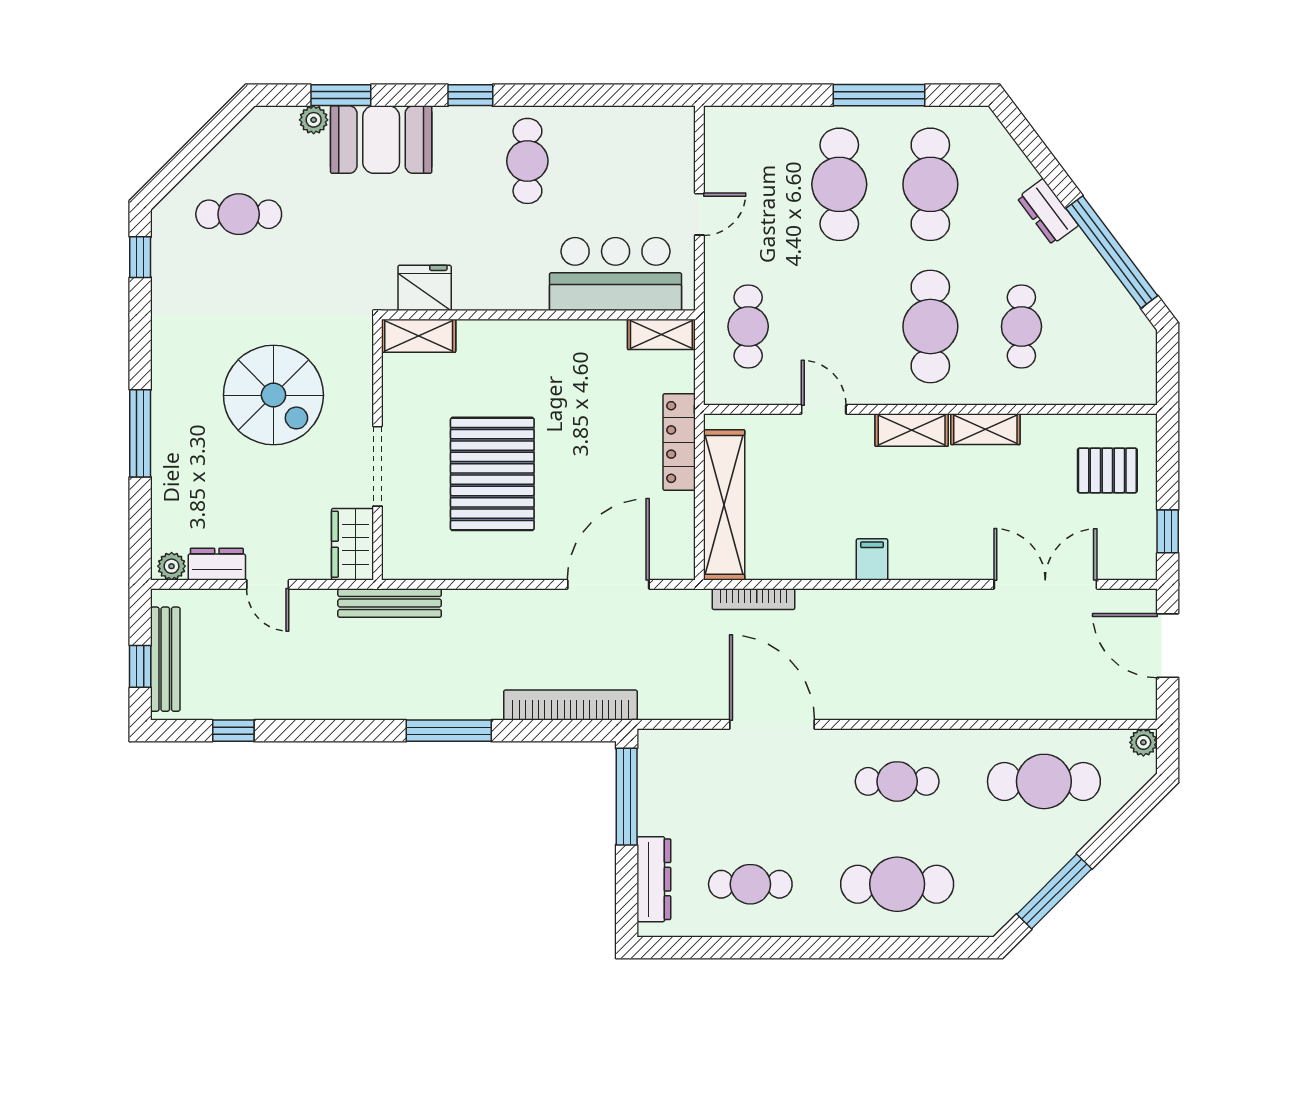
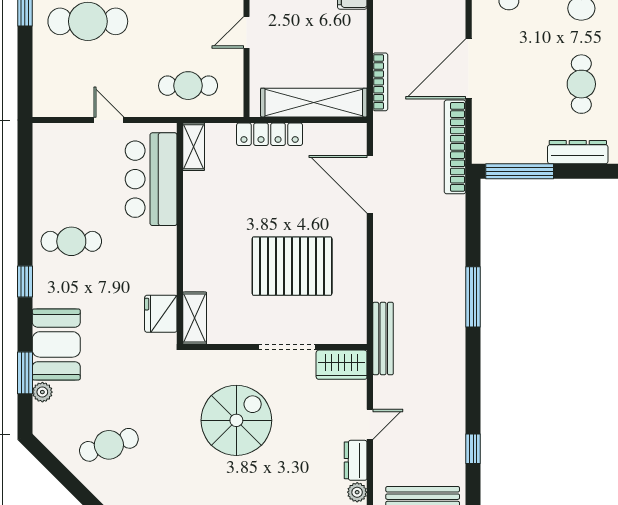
cafe table: (239, 214) -> (109, 445), turned 72
bookcase: (570, 705) -> (455, 147), moved

